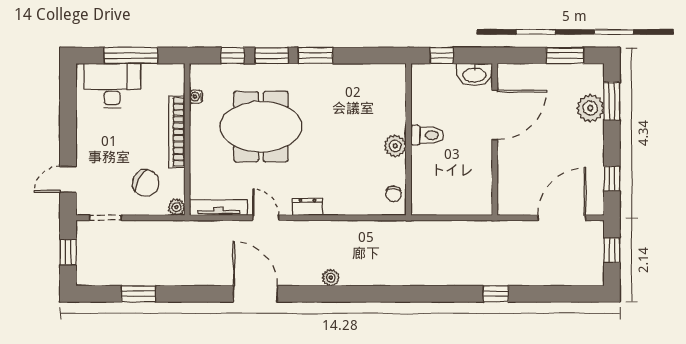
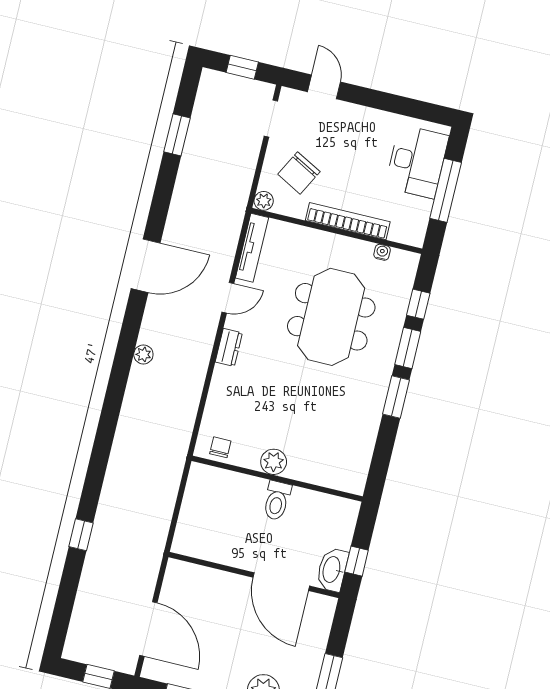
window: (442, 56) -> (357, 561), moved
chair: (394, 194) -> (220, 447), turned 90

